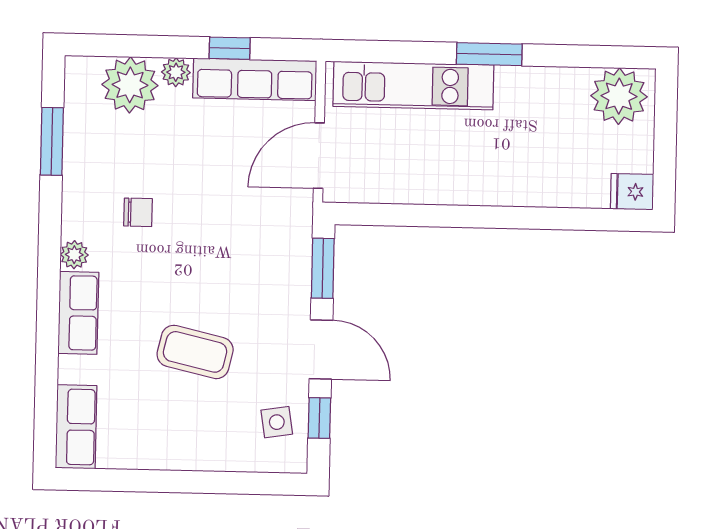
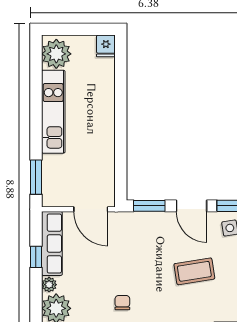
window: (489, 54) -> (36, 177), moved
kitchen unit: (413, 86) -> (53, 112), moved
door: (321, 349) -> (192, 206), swing flipped
coffee table: (195, 352) -> (194, 271), turned 68

